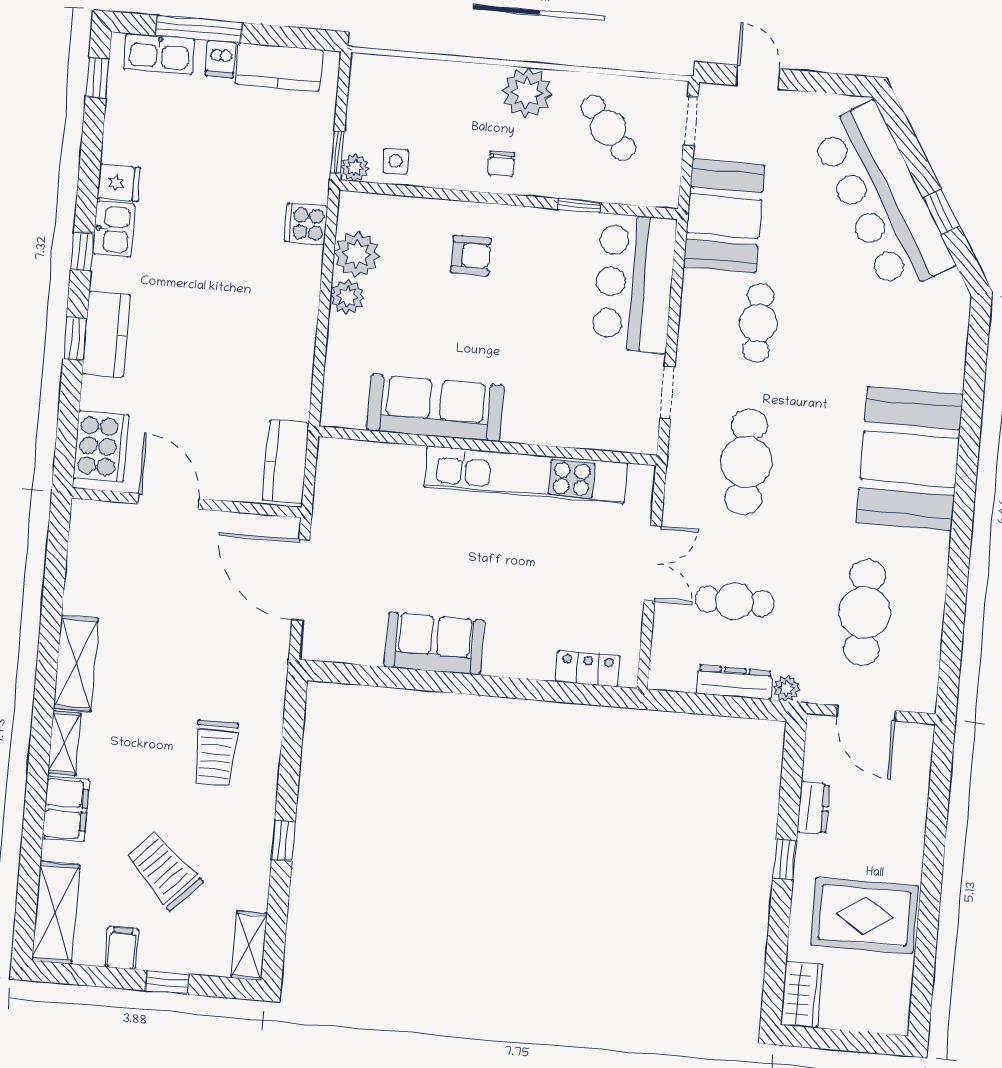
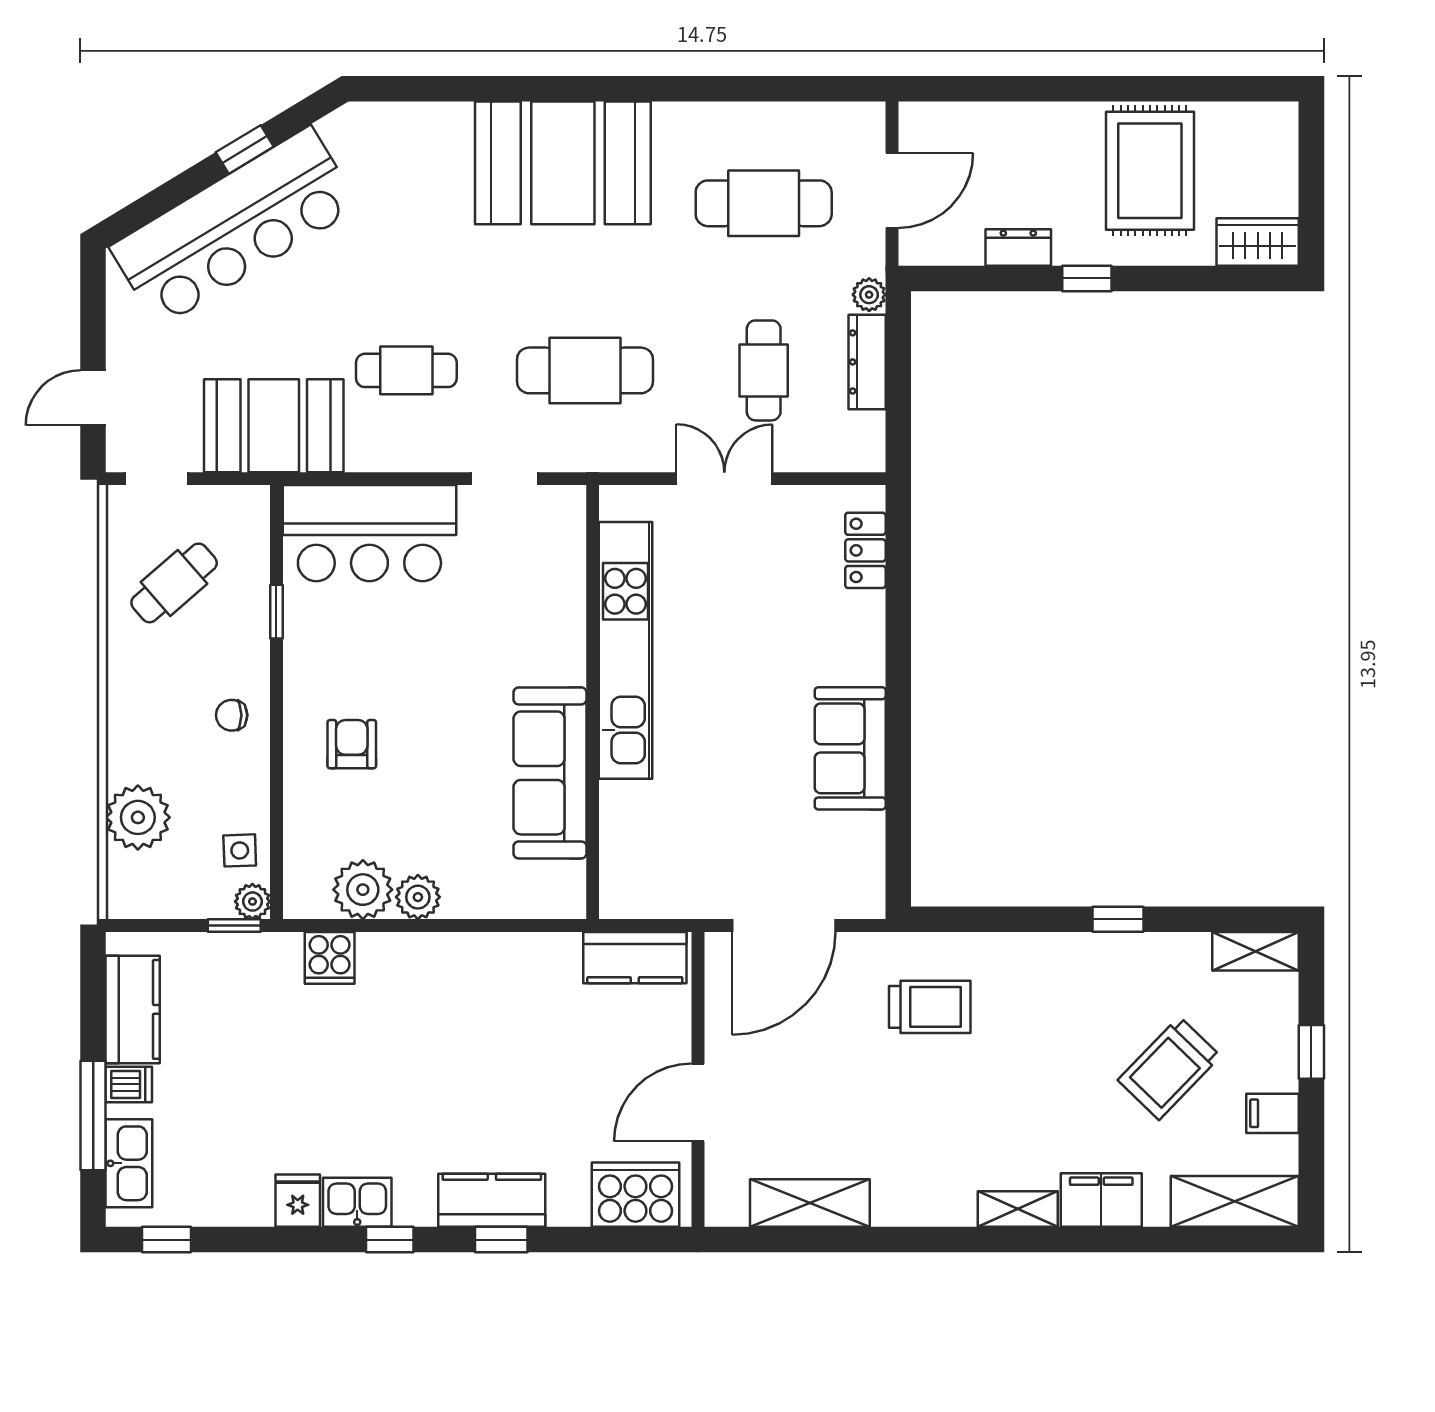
plant: (527, 92) -> (138, 817), moved
chair: (501, 164) -> (232, 715), turned 180
shelving: (76, 663) -> (810, 1203), moved
trolley: (216, 753) -> (930, 1007), moved

